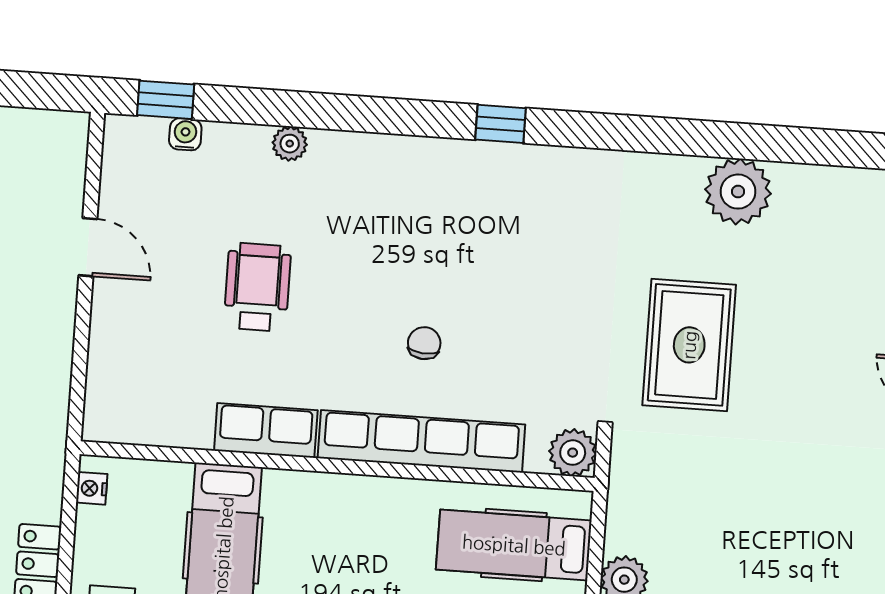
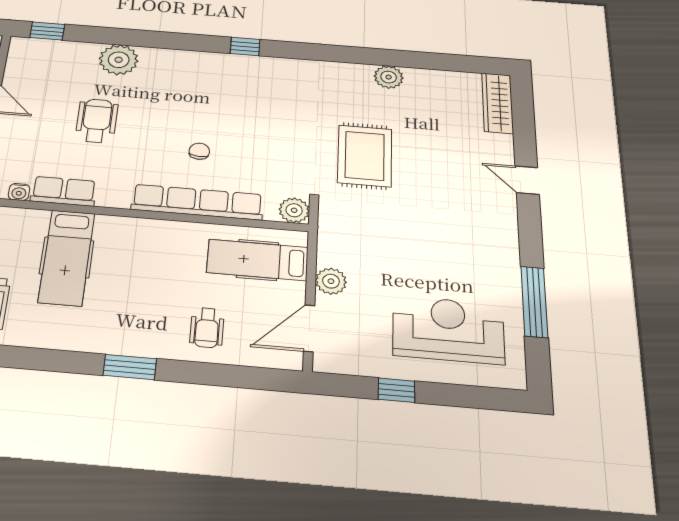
water cooler: (185, 134) -> (19, 192), moved, turned 180
plant: (290, 144) -> (119, 60), width x1.87, depth x1.87
plant: (738, 192) -> (389, 77), width x0.73, depth x0.73
row of seats: (266, 430) -> (64, 191), moved

